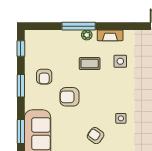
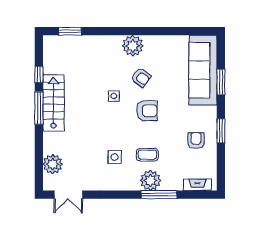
plant: (87, 35) -> (150, 180), width x1.88, depth x1.88
fireplace: (110, 35) -> (198, 185), moved
window: (21, 49) -> (221, 171), removed
armchair: (69, 97) -> (147, 111), moved

